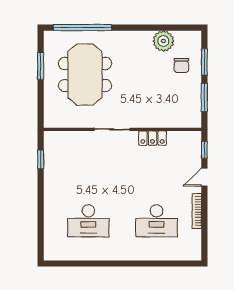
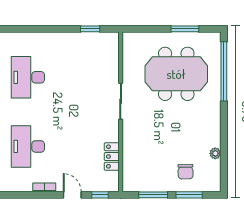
plant: (163, 41) -> (215, 153), width x0.53, depth x0.53
chair: (181, 65) -> (186, 172), turned -91
locker: (152, 138) -> (112, 157), moved
bookcase: (197, 211) -> (44, 187), width x0.64

